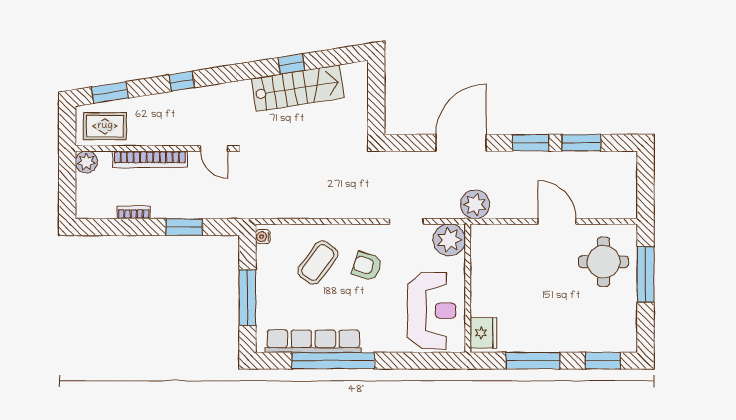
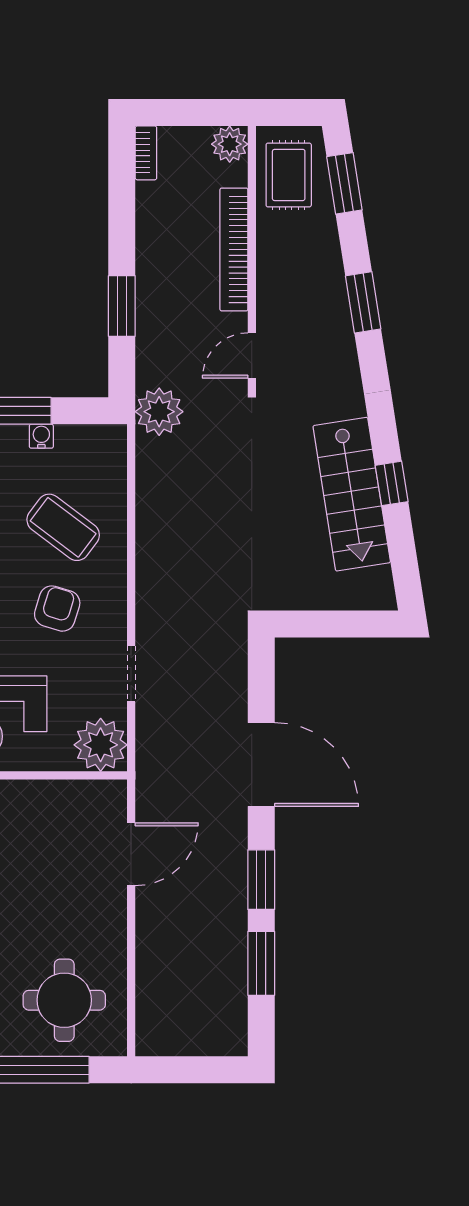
window: (182, 81) -> (363, 302), width x1.50
plant: (475, 204) -> (159, 412), moved
bookcase: (134, 212) -> (146, 153), moved
door: (557, 221) -> (131, 854), moved
water cooler: (263, 237) -> (41, 436), moved

